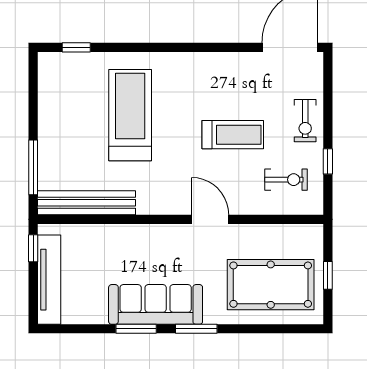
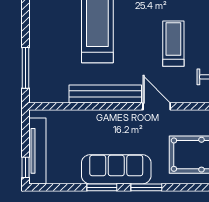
treadmill: (233, 135) -> (173, 44), turned -90
bench: (87, 203) -> (105, 94), moved
window: (33, 248) -> (26, 167), moved

